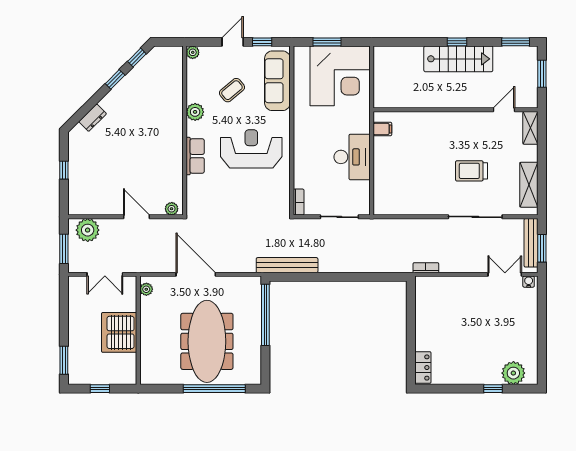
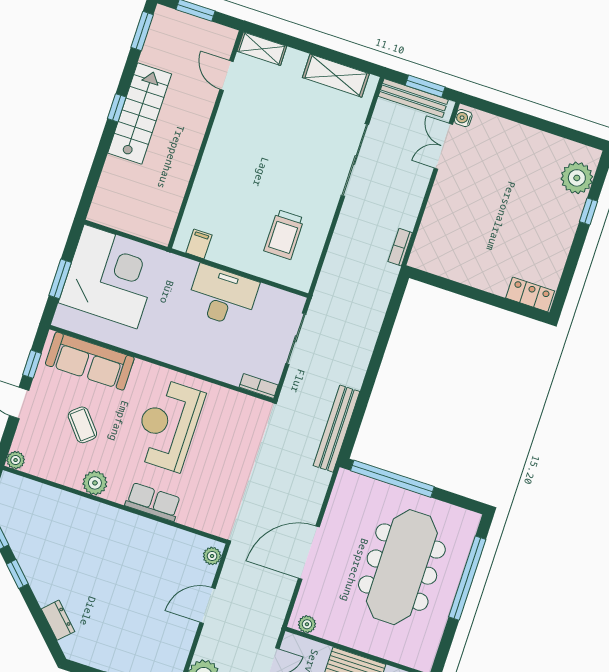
trolley: (472, 171) -> (284, 234), moved
meeting table: (207, 341) -> (402, 567), turned 90

